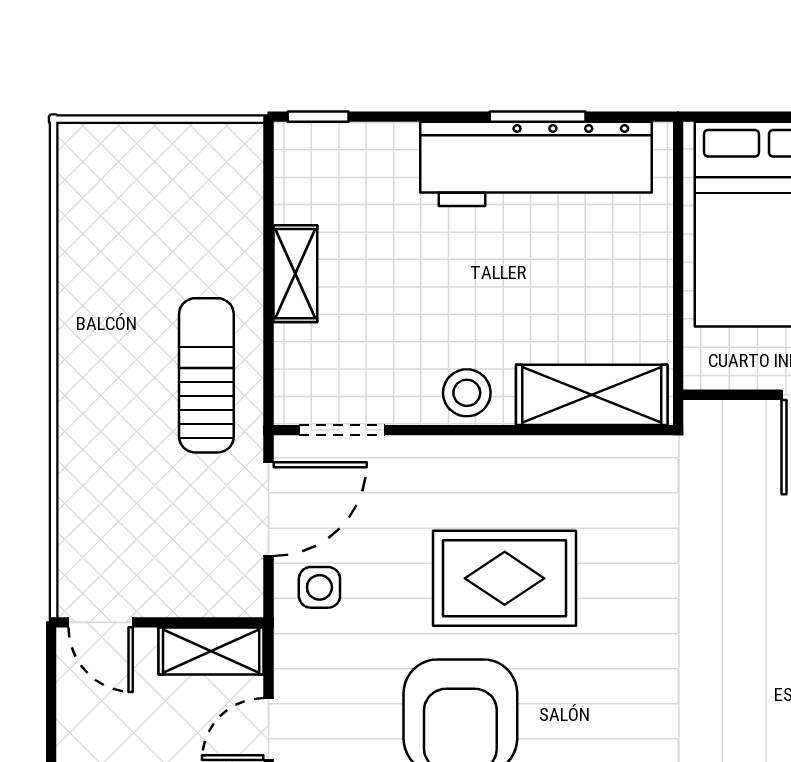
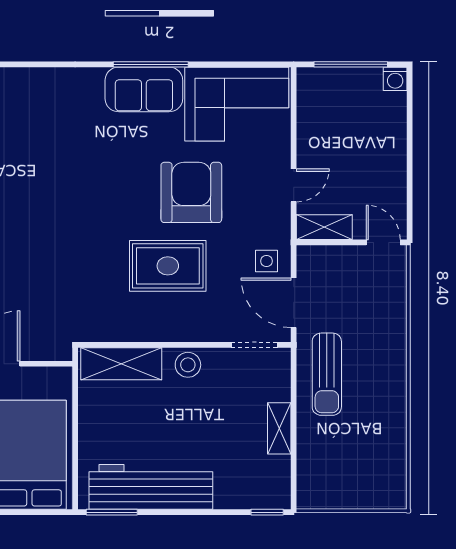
window: (538, 117) -> (112, 512), moved
door: (269, 509) -> (294, 303), hinge flipped

